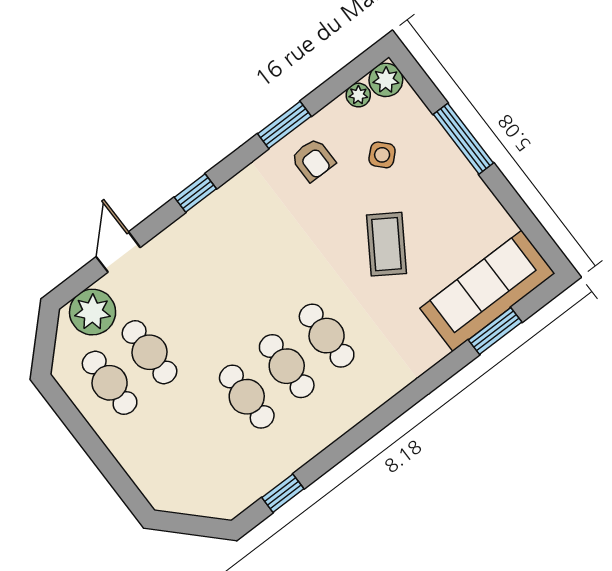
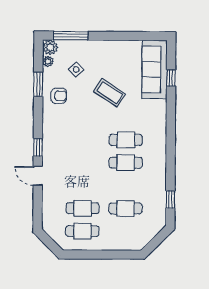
window: (284, 125) -> (38, 84), moved
window: (463, 139) -> (71, 36), moved
door: (118, 252) -> (38, 176), moved
plant: (93, 312) -> (52, 218), removed
window: (495, 331) -> (171, 78), width x0.67
cafe table: (247, 397) -> (125, 208), moved

